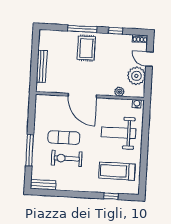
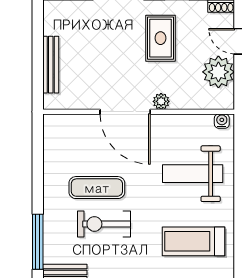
rug: (86, 48) -> (160, 38), moved
plant: (119, 92) -> (161, 101), moved
window: (30, 150) -> (38, 242), moved

